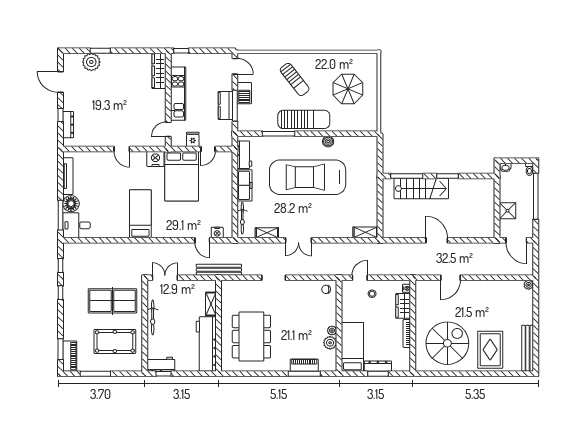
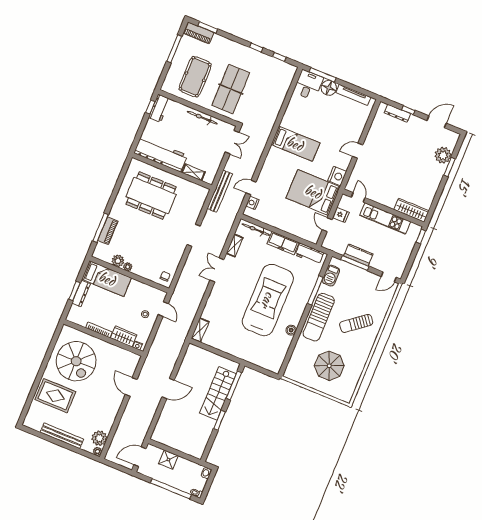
barbecue: (244, 93) -> (331, 276), moved, turned -90
plant: (515, 288) -> (99, 438), added
bench: (528, 348) -> (62, 436), moved

